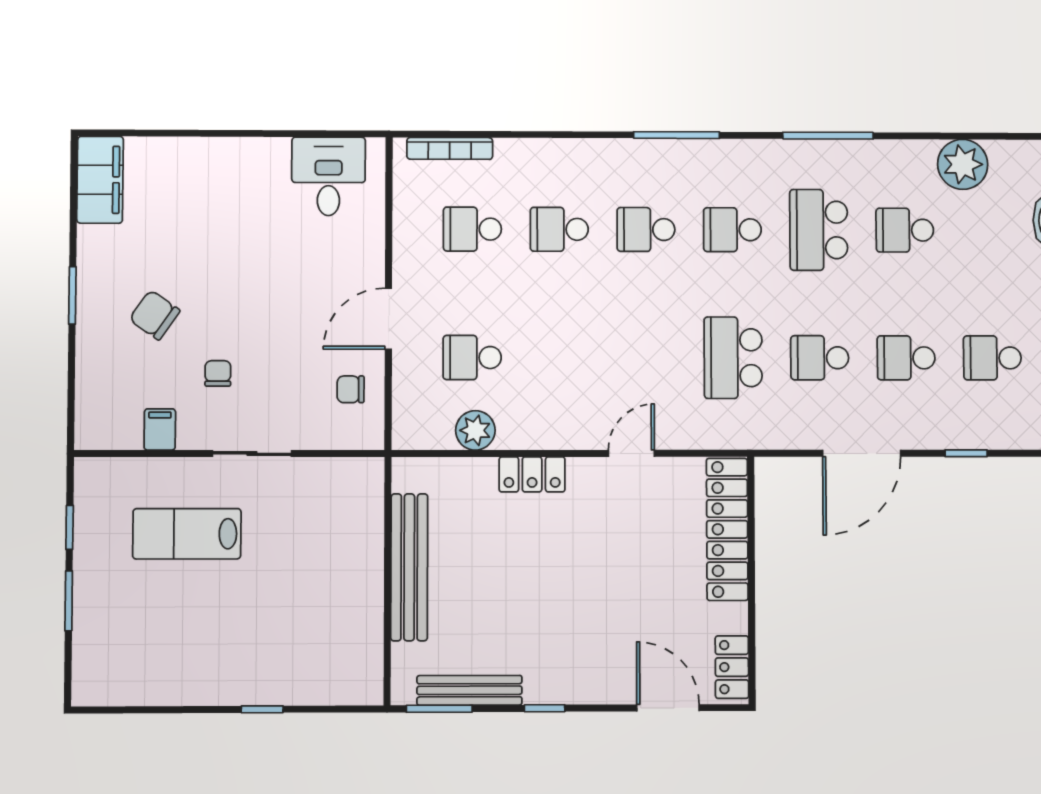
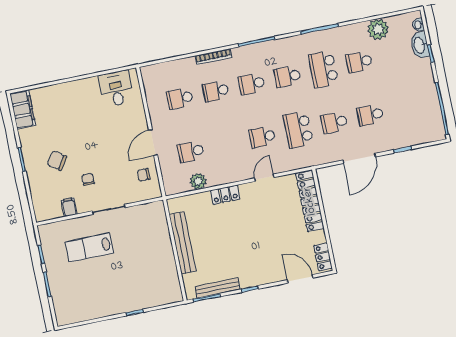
bookcase: (450, 148) -> (213, 57), moved
school desk: (992, 358) -> (262, 137), moved

